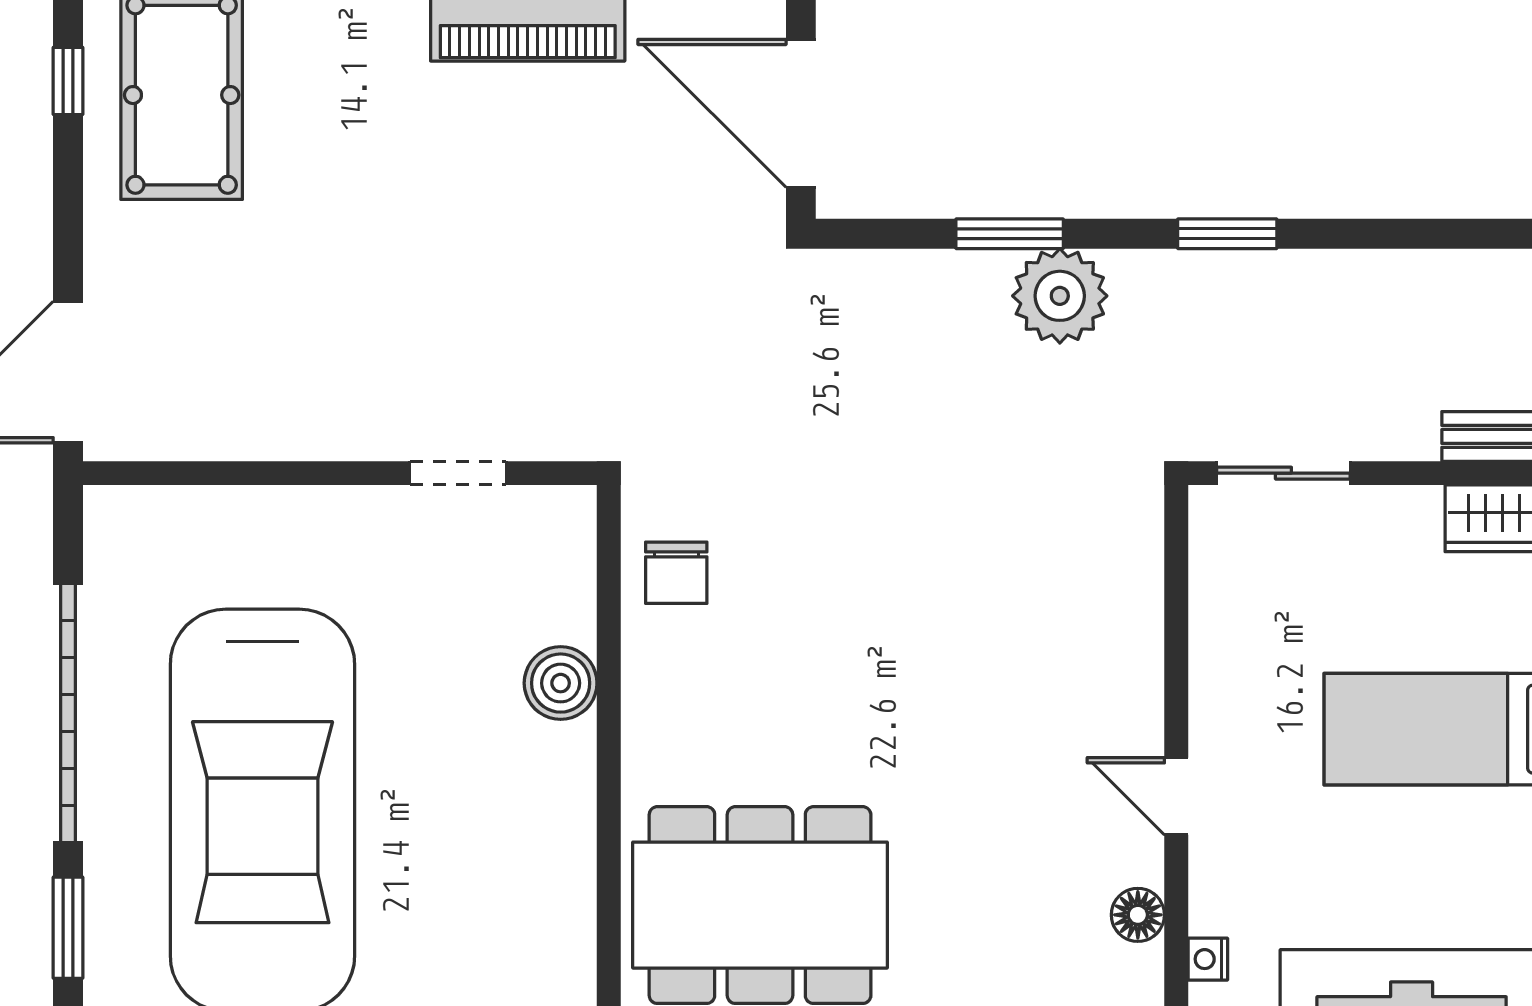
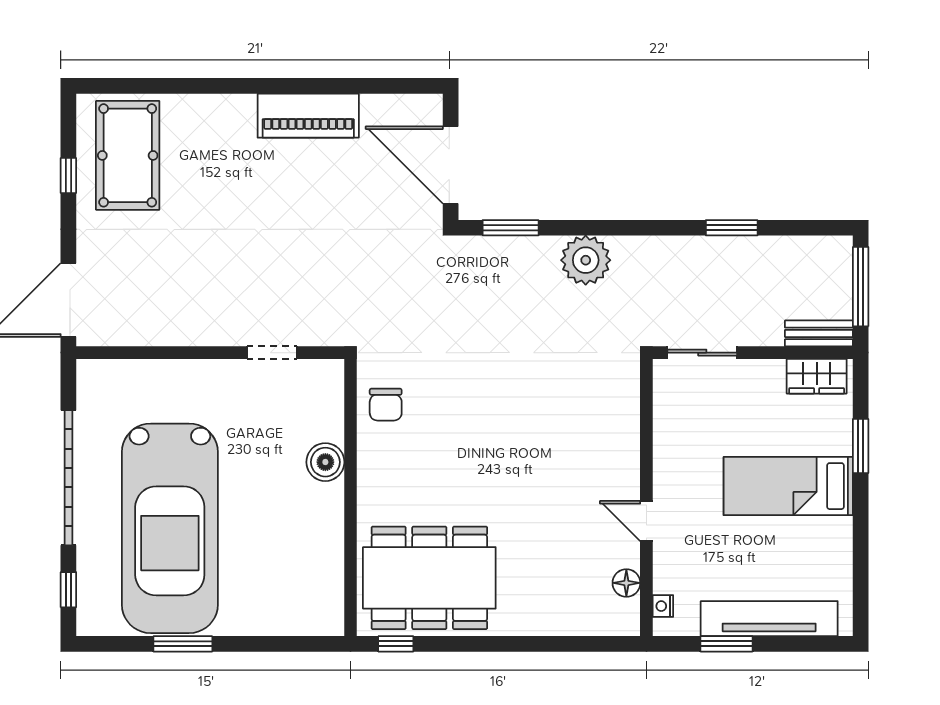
window: (68, 81) -> (68, 175), moved
window: (1010, 234) -> (511, 228), moved
window: (1227, 234) -> (732, 228), moved
window: (68, 928) -> (68, 590), width x0.67

